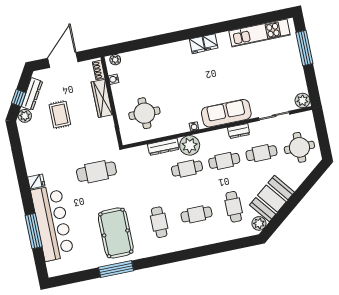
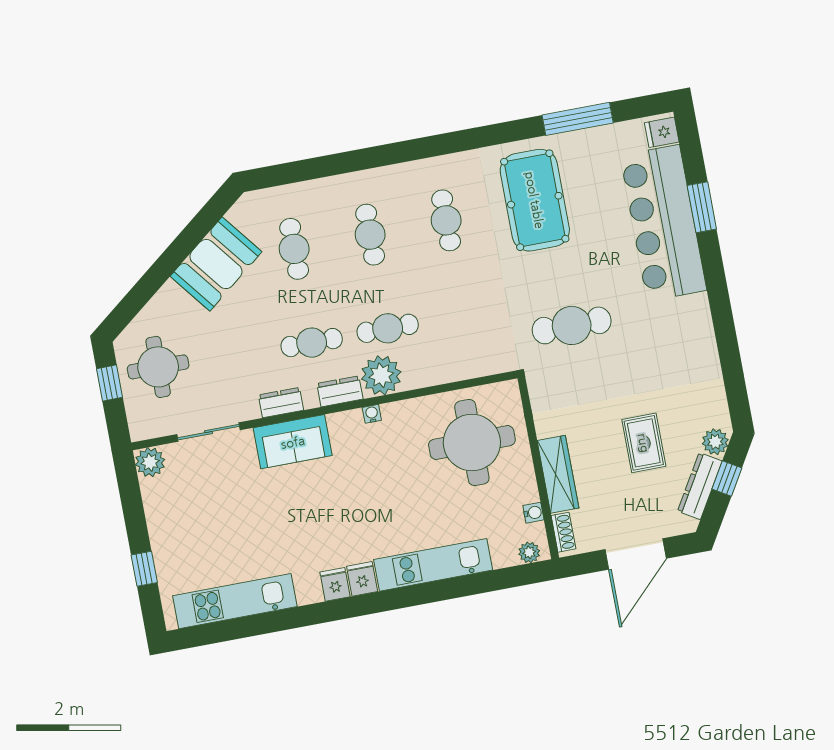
window: (304, 48) -> (144, 569), width x0.46
kitchen unit: (162, 53) -> (433, 565), added
round table: (144, 113) -> (472, 442), width x1.36, depth x1.36
sofa: (226, 113) -> (293, 442), width x0.73
window: (323, 139) -> (109, 383), added
dresser: (163, 147) -> (340, 391), moved, width x0.70
cafe table: (261, 153) -> (236, 357), removed
fridge: (36, 181) -> (662, 132), moved
cafe table: (196, 214) -> (370, 235), turned 90
plant: (259, 223) -> (243, 214), removed
window: (34, 231) -> (702, 207), width x0.69
window: (116, 269) -> (578, 119), moved

